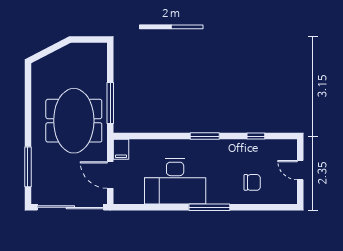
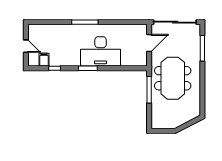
filing cabinet: (121, 149) -> (44, 60), moved
door: (110, 175) -> (149, 43), hinge flipped
desk: (175, 181) -> (101, 51), moved, turned 180
chair: (252, 182) -> (57, 38), removed

